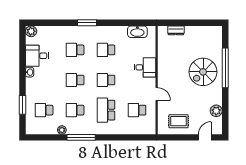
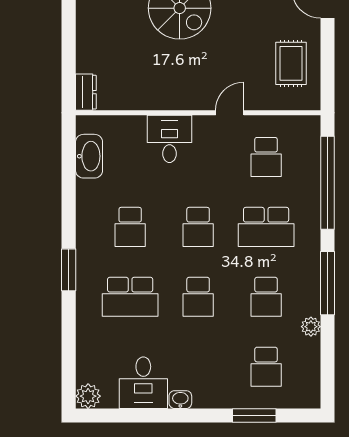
dresser: (176, 30) -> (86, 92), moved
school desk: (75, 50) -> (130, 297), width x1.85
window: (126, 137) -> (327, 183), added

